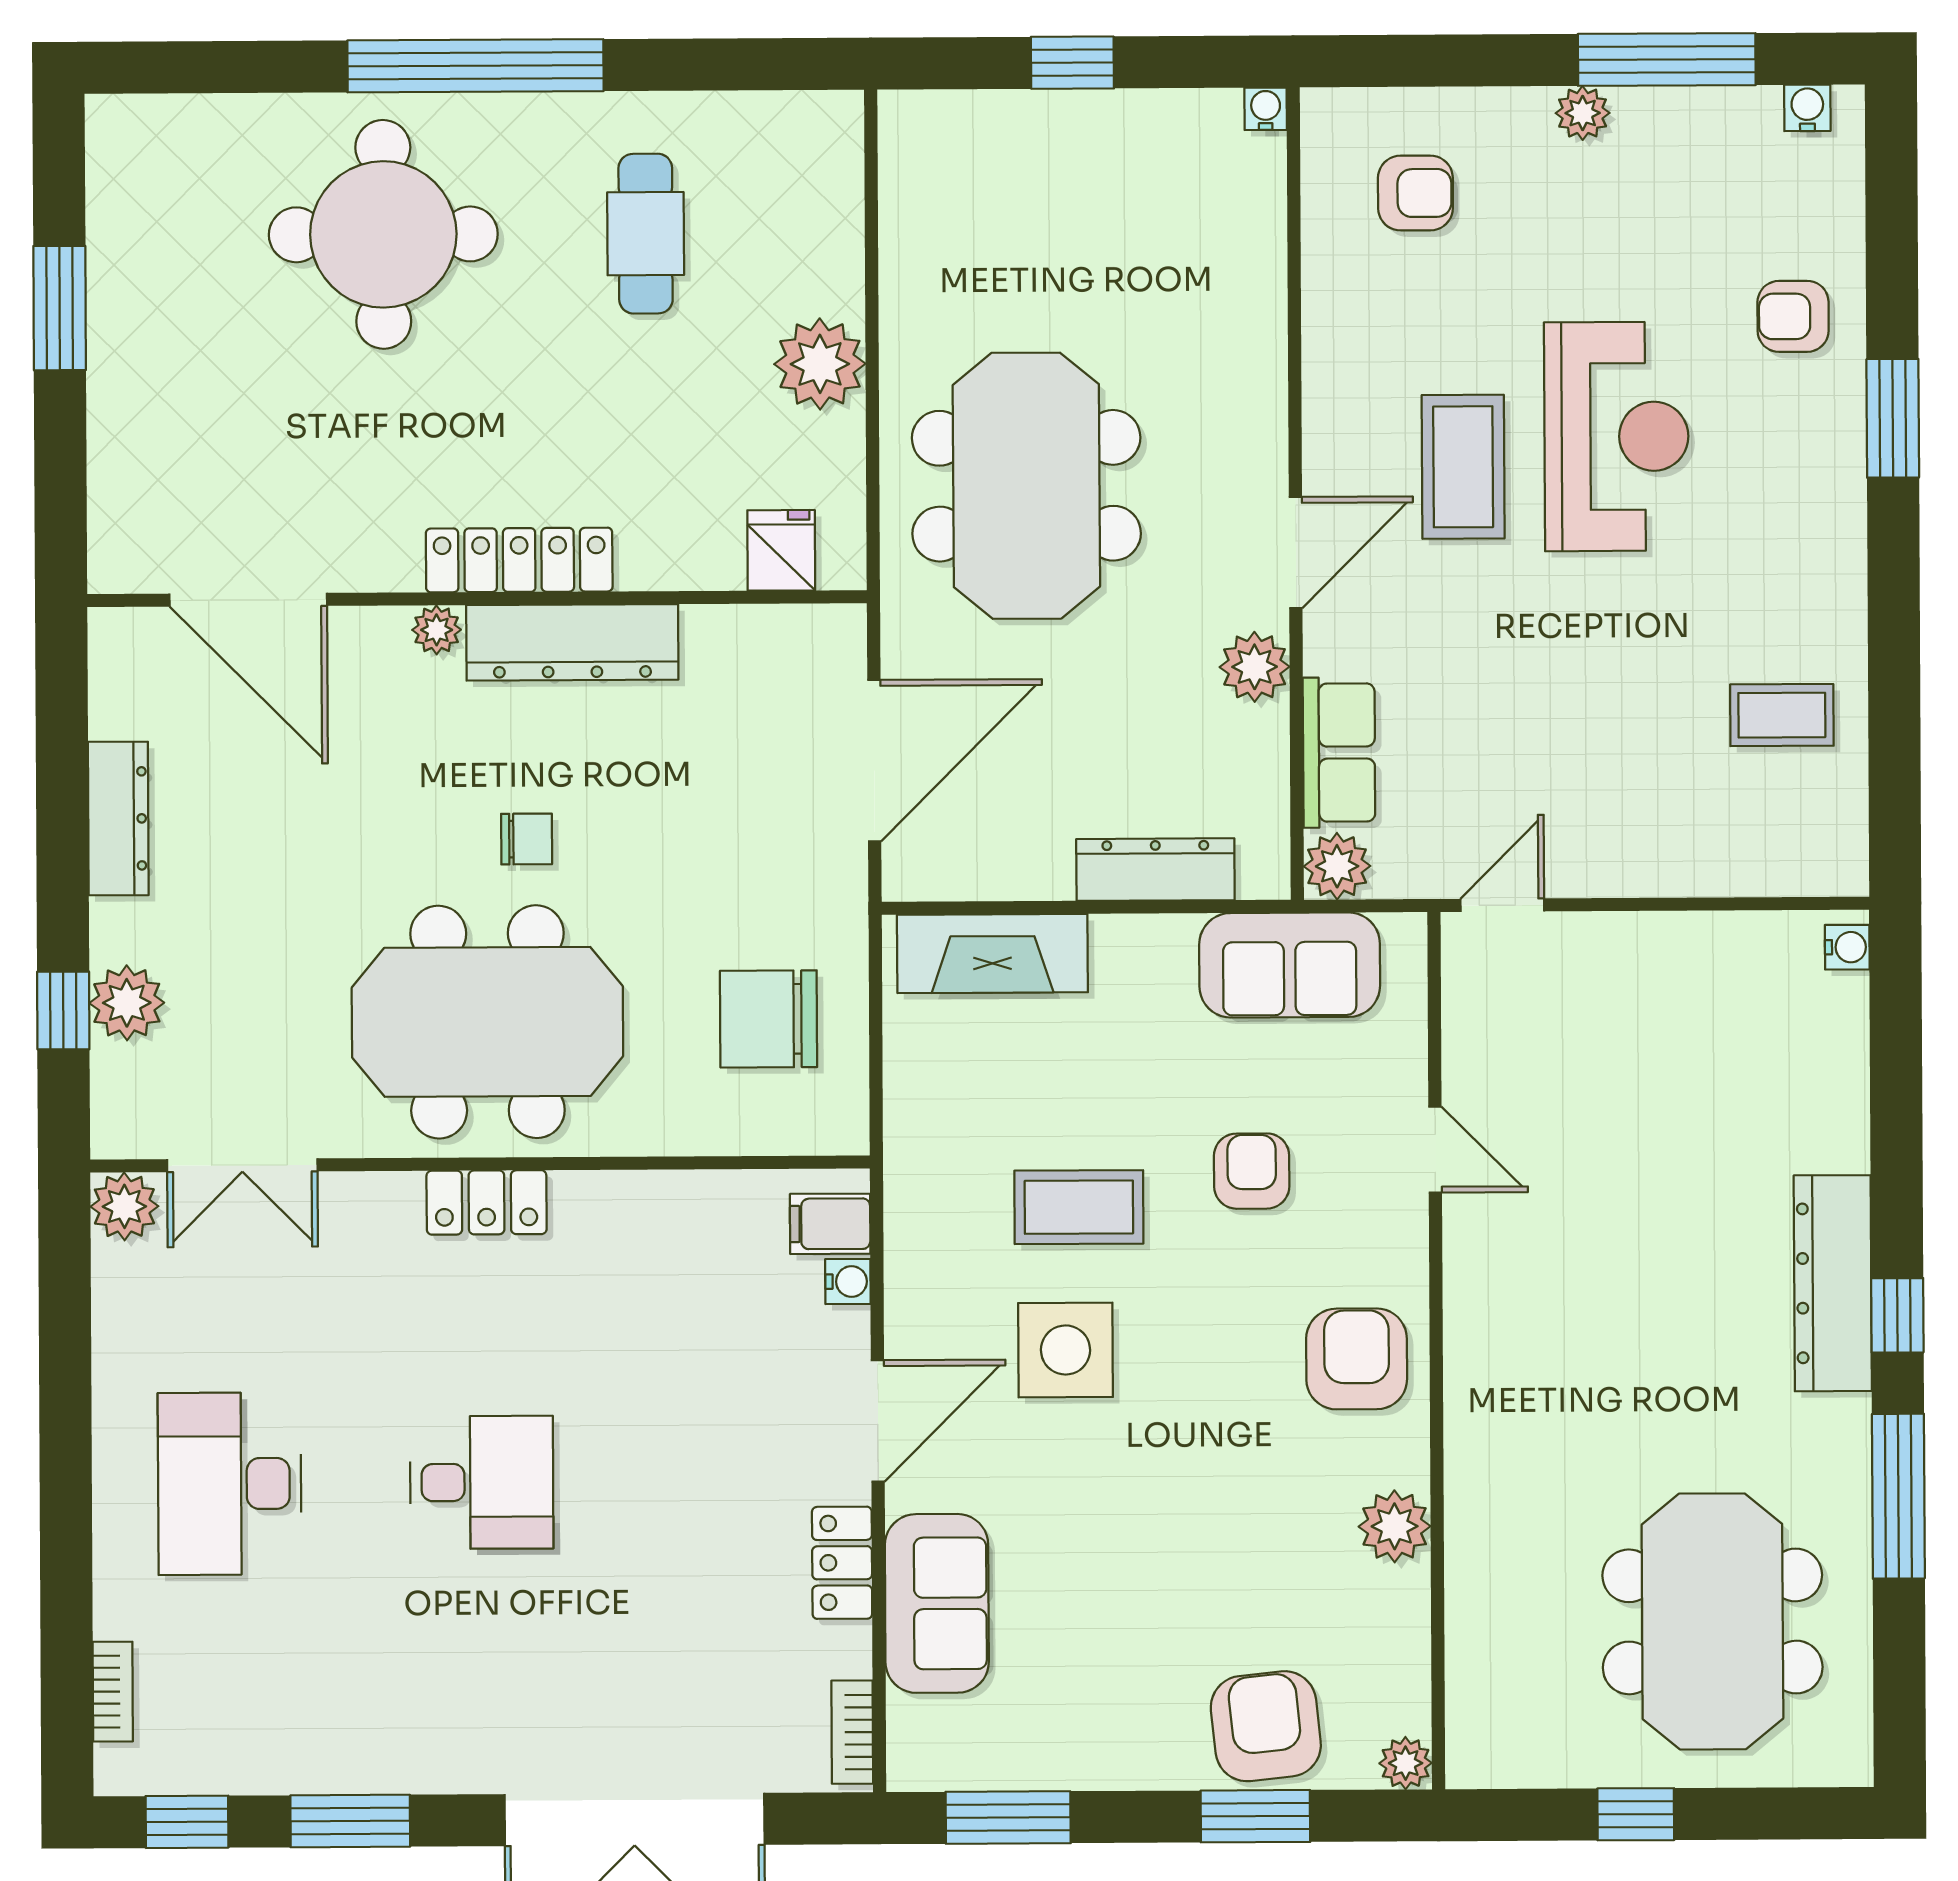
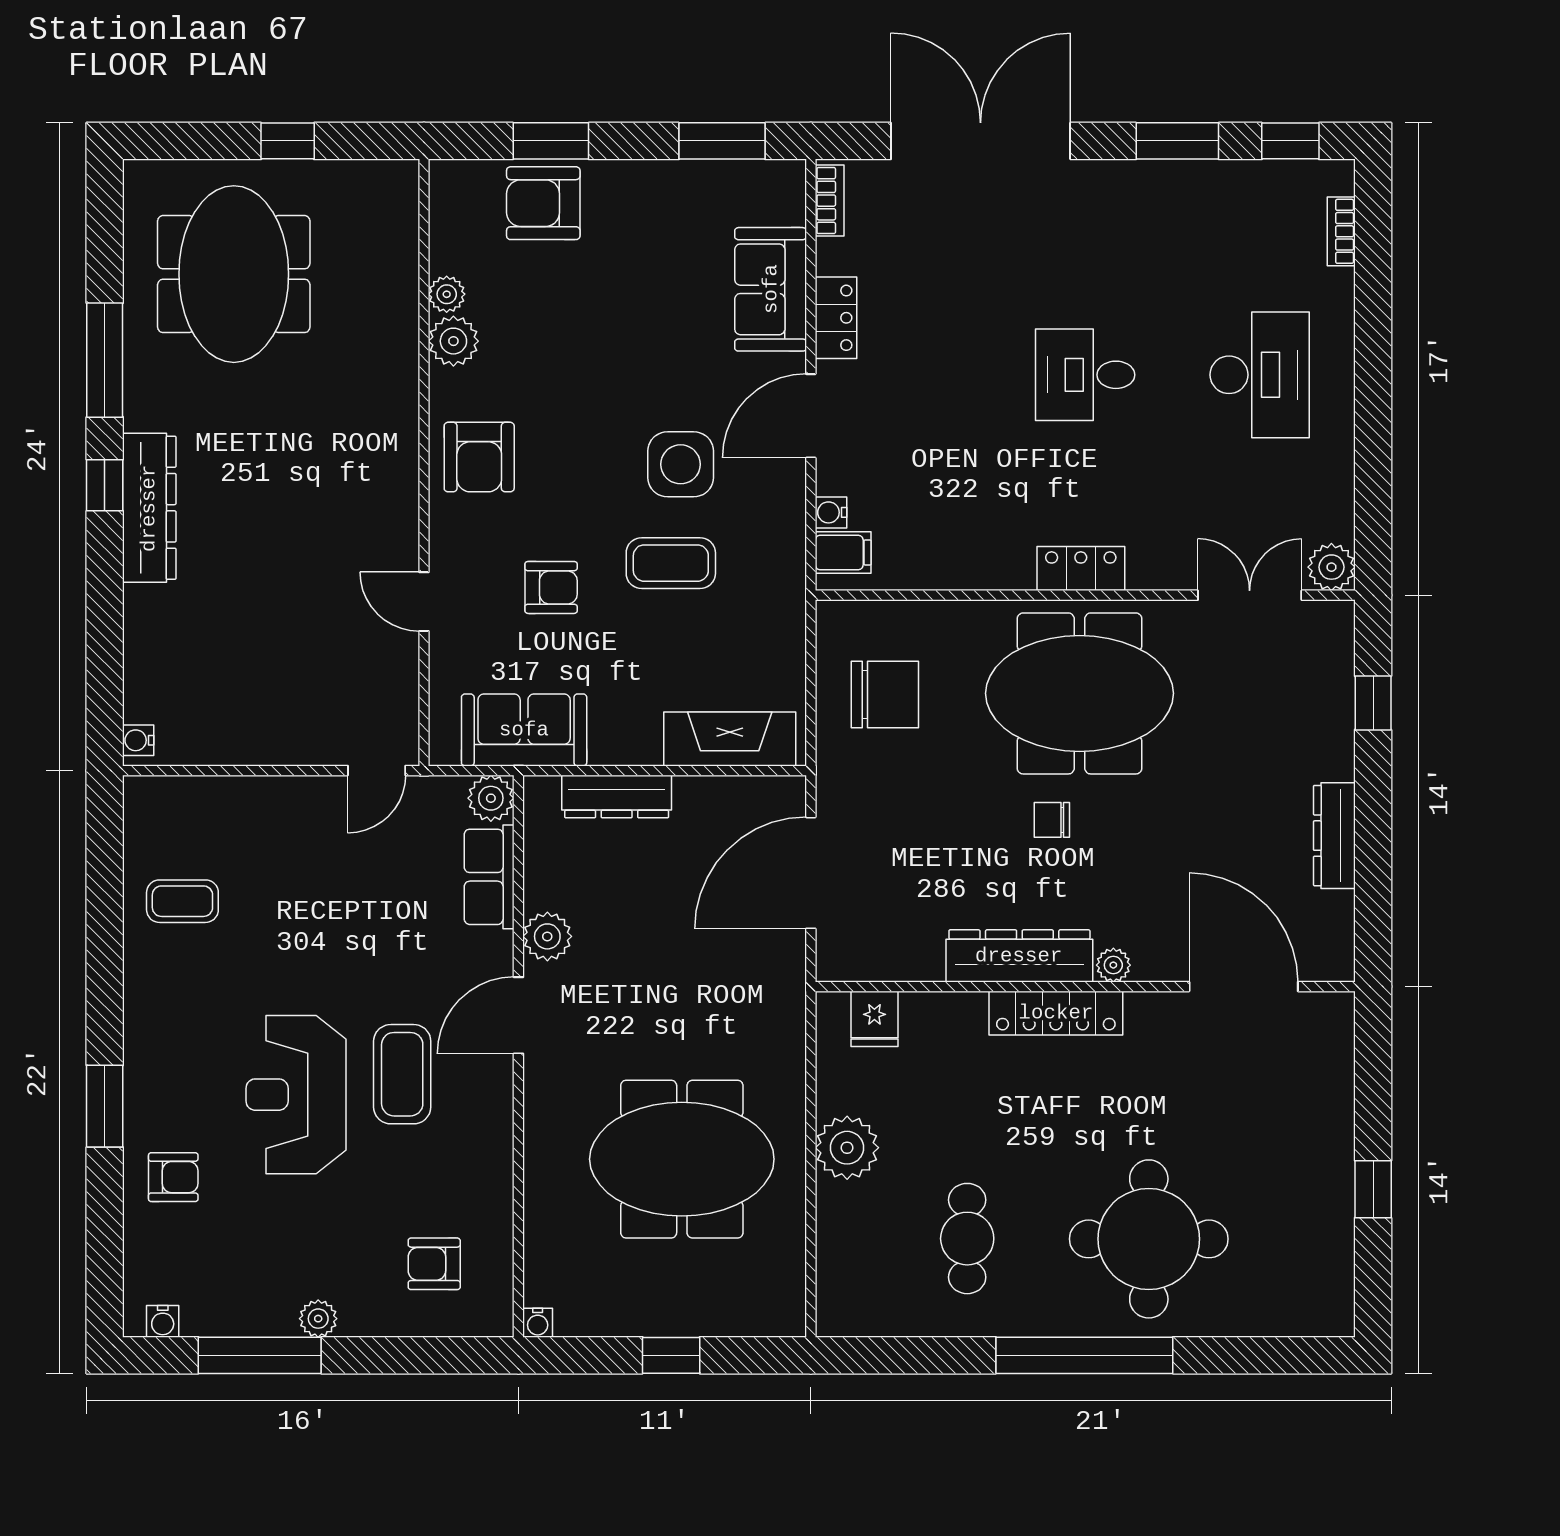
window: (60, 308) -> (1373, 1189), width x0.67
meeting table: (1026, 486) -> (682, 1159), moved, turned 90
plant: (127, 1003) -> (1329, 708), removed
armchair: (1252, 1171) -> (551, 587), turned -90
armchair: (1266, 1726) -> (543, 203), turned 96
plant: (1406, 1763) -> (447, 294), moved

